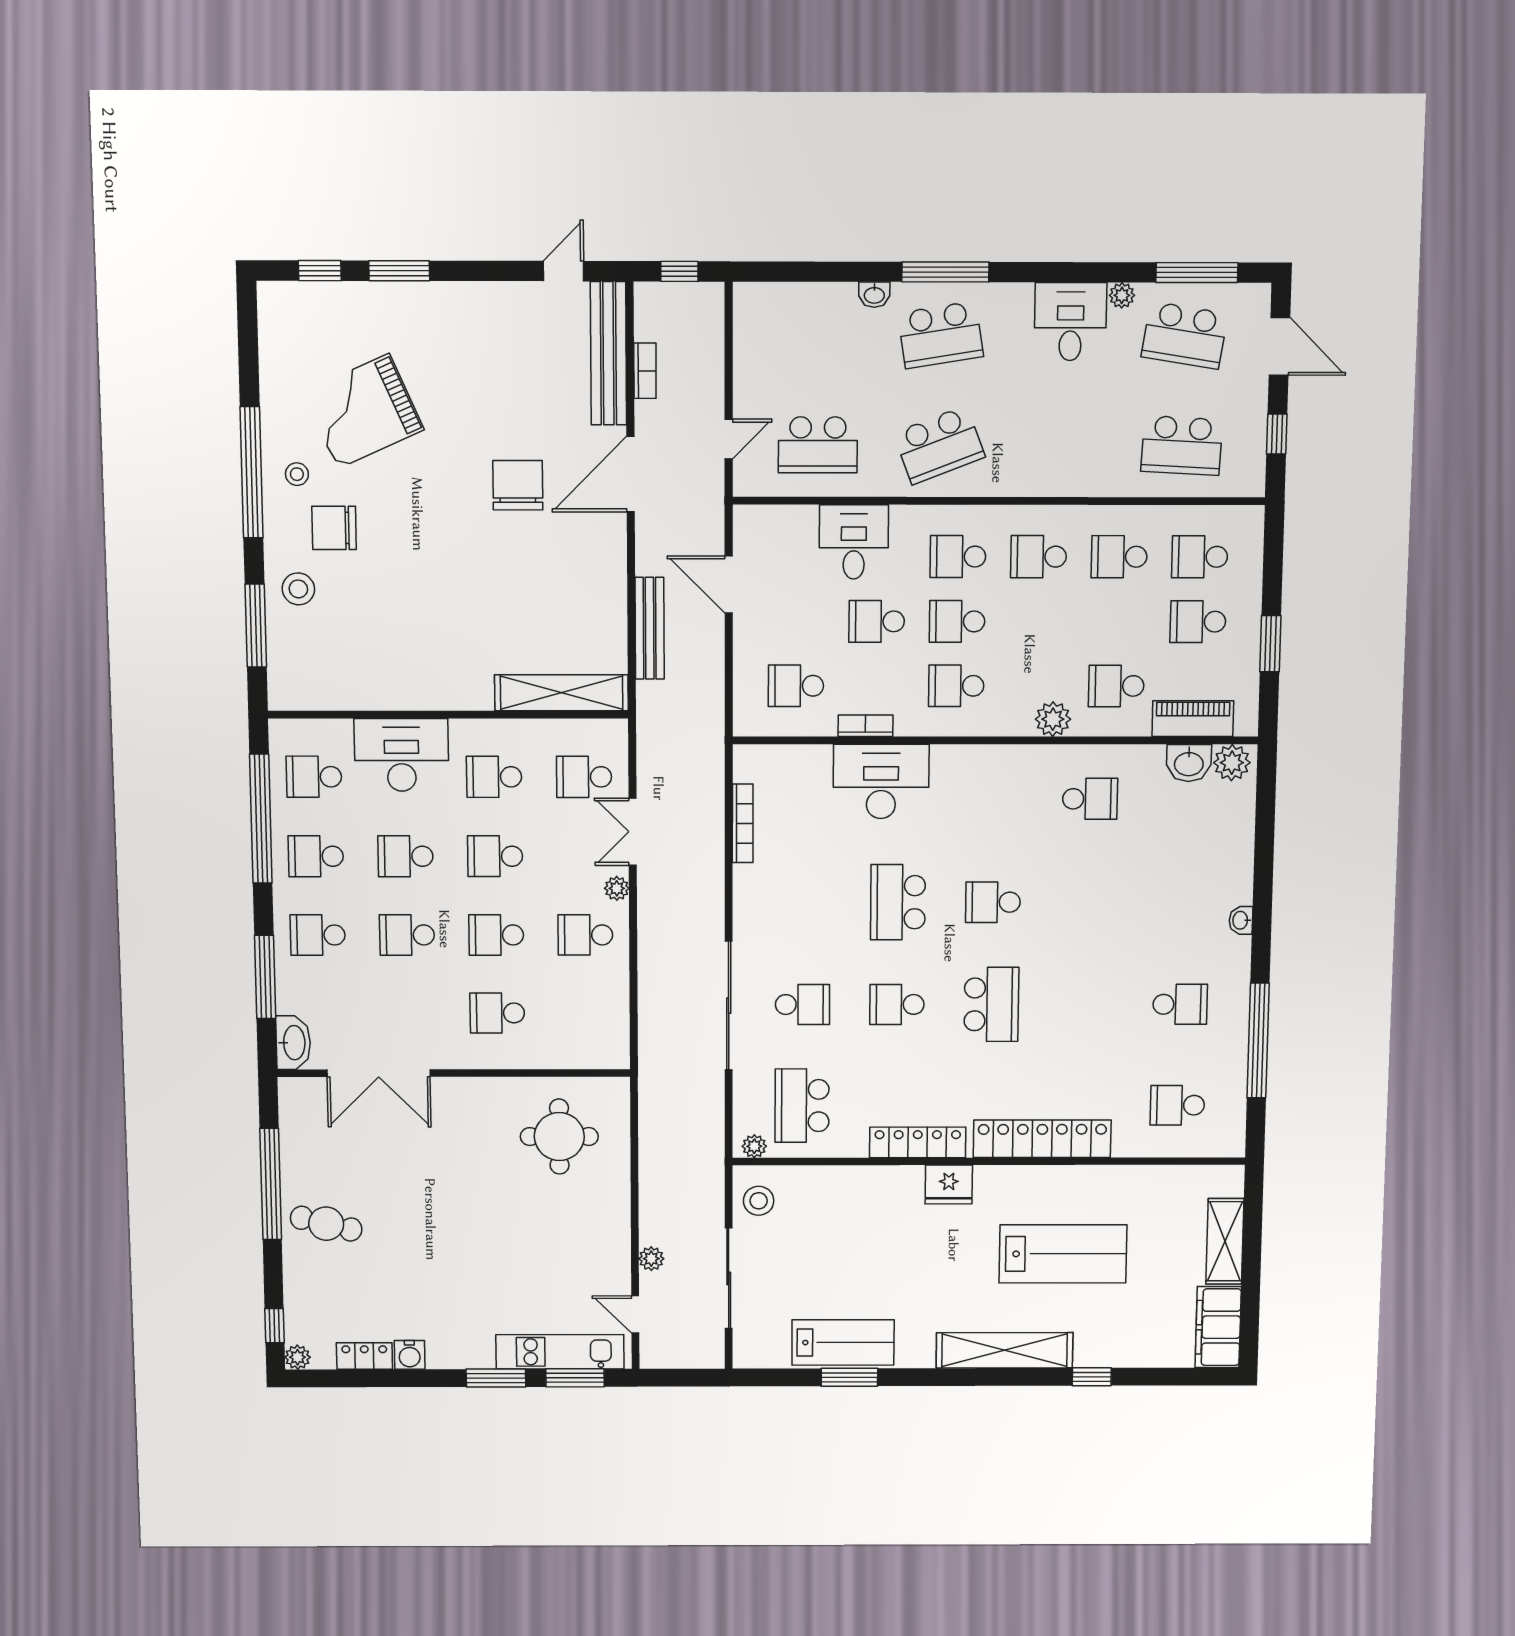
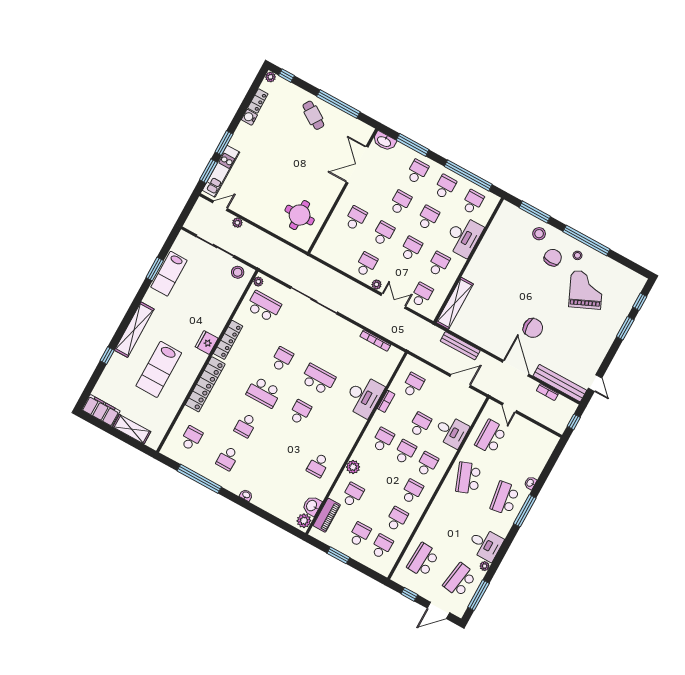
school desk: (802, 1005) -> (246, 425), moved
cafe table: (326, 1224) -> (313, 115), turned -71

